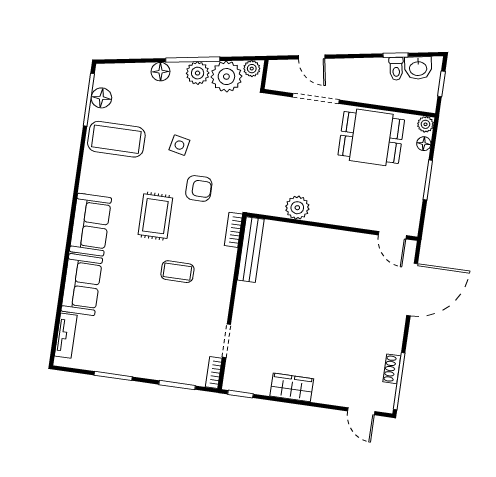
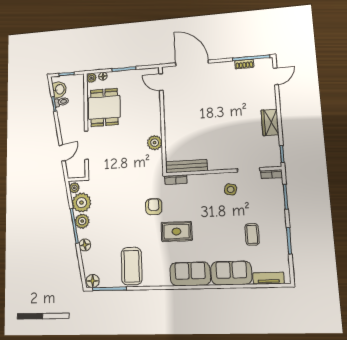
floor lamp: (101, 98) -> (93, 281), moved
side table: (179, 145) -> (231, 189), moved
door: (392, 235) -> (161, 82), swing flipped
coffee table: (177, 272) -> (252, 234), moved

